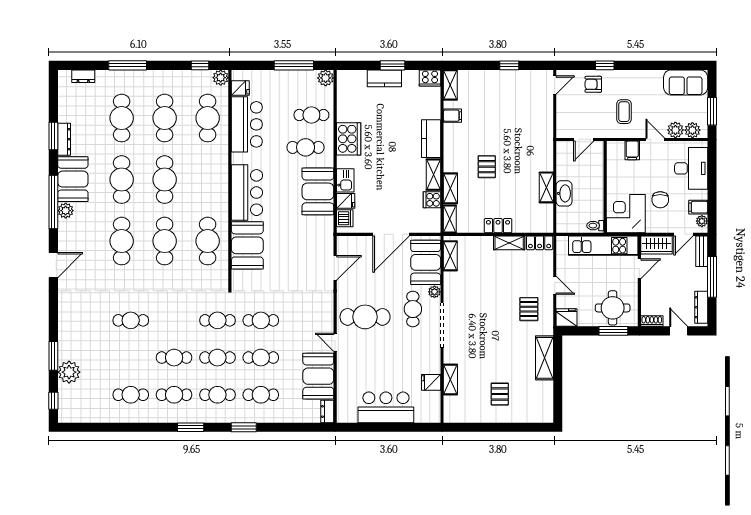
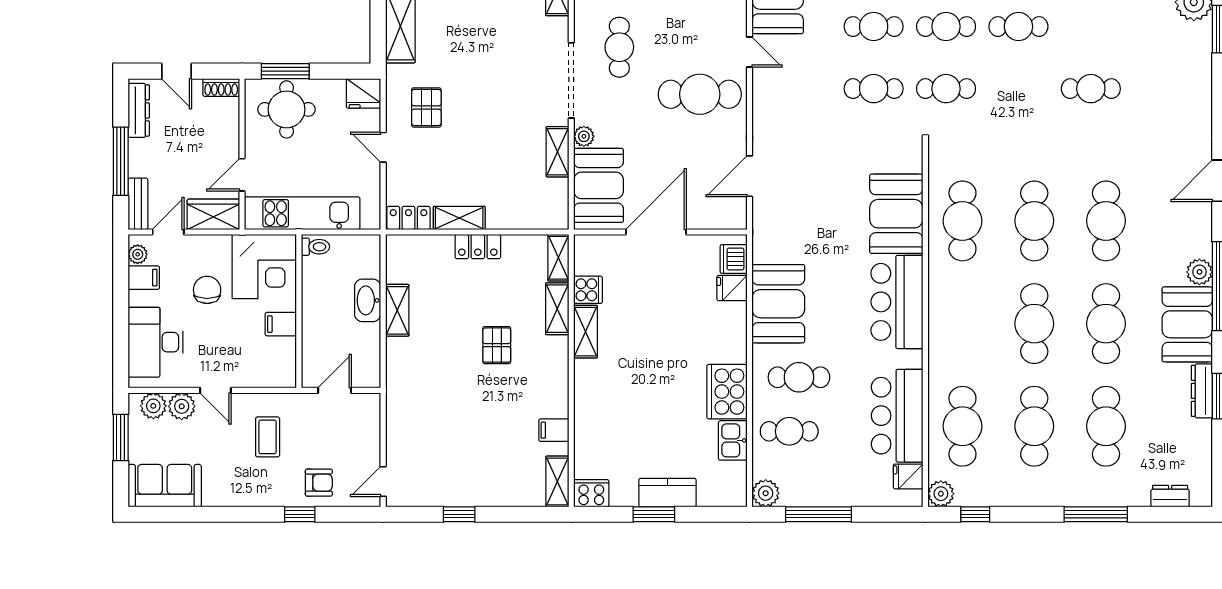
kitchen counter: (431, 139) -> (590, 392), removed
filing cabinet: (632, 150) -> (281, 324), moved, turned -90
kitchen sink: (345, 180) -> (733, 440), moved
shelving: (450, 256) -> (558, 152), moved
cafe table: (413, 309) -> (619, 47), moved

